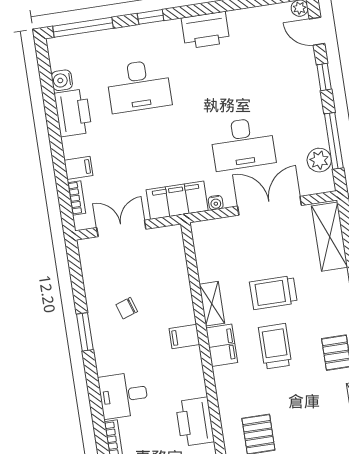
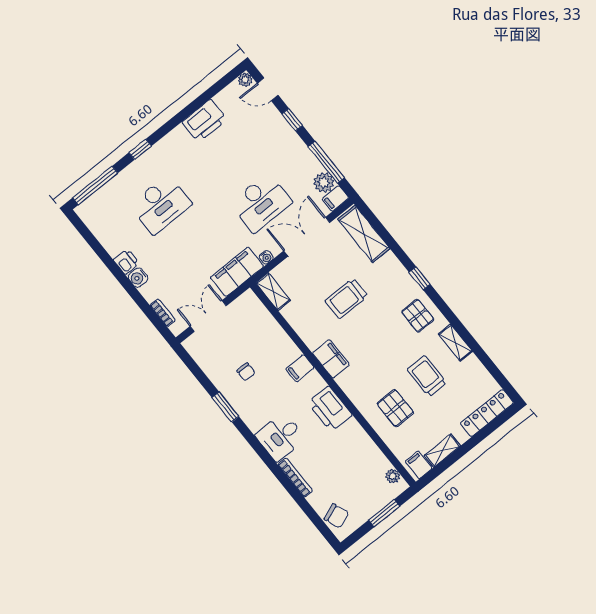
printer: (205, 30) -> (205, 121), moved
water cooler: (62, 80) -> (138, 278), moved
printer: (73, 113) -> (126, 262), width x0.53, depth x0.68
filing cabinet: (78, 168) -> (335, 198), moved, turned 180
shelving: (212, 304) -> (273, 292), moved
chair: (127, 308) -> (246, 372), turned -72
trolley: (275, 346) -> (427, 376), moved
printer: (195, 422) -> (330, 409), moved

